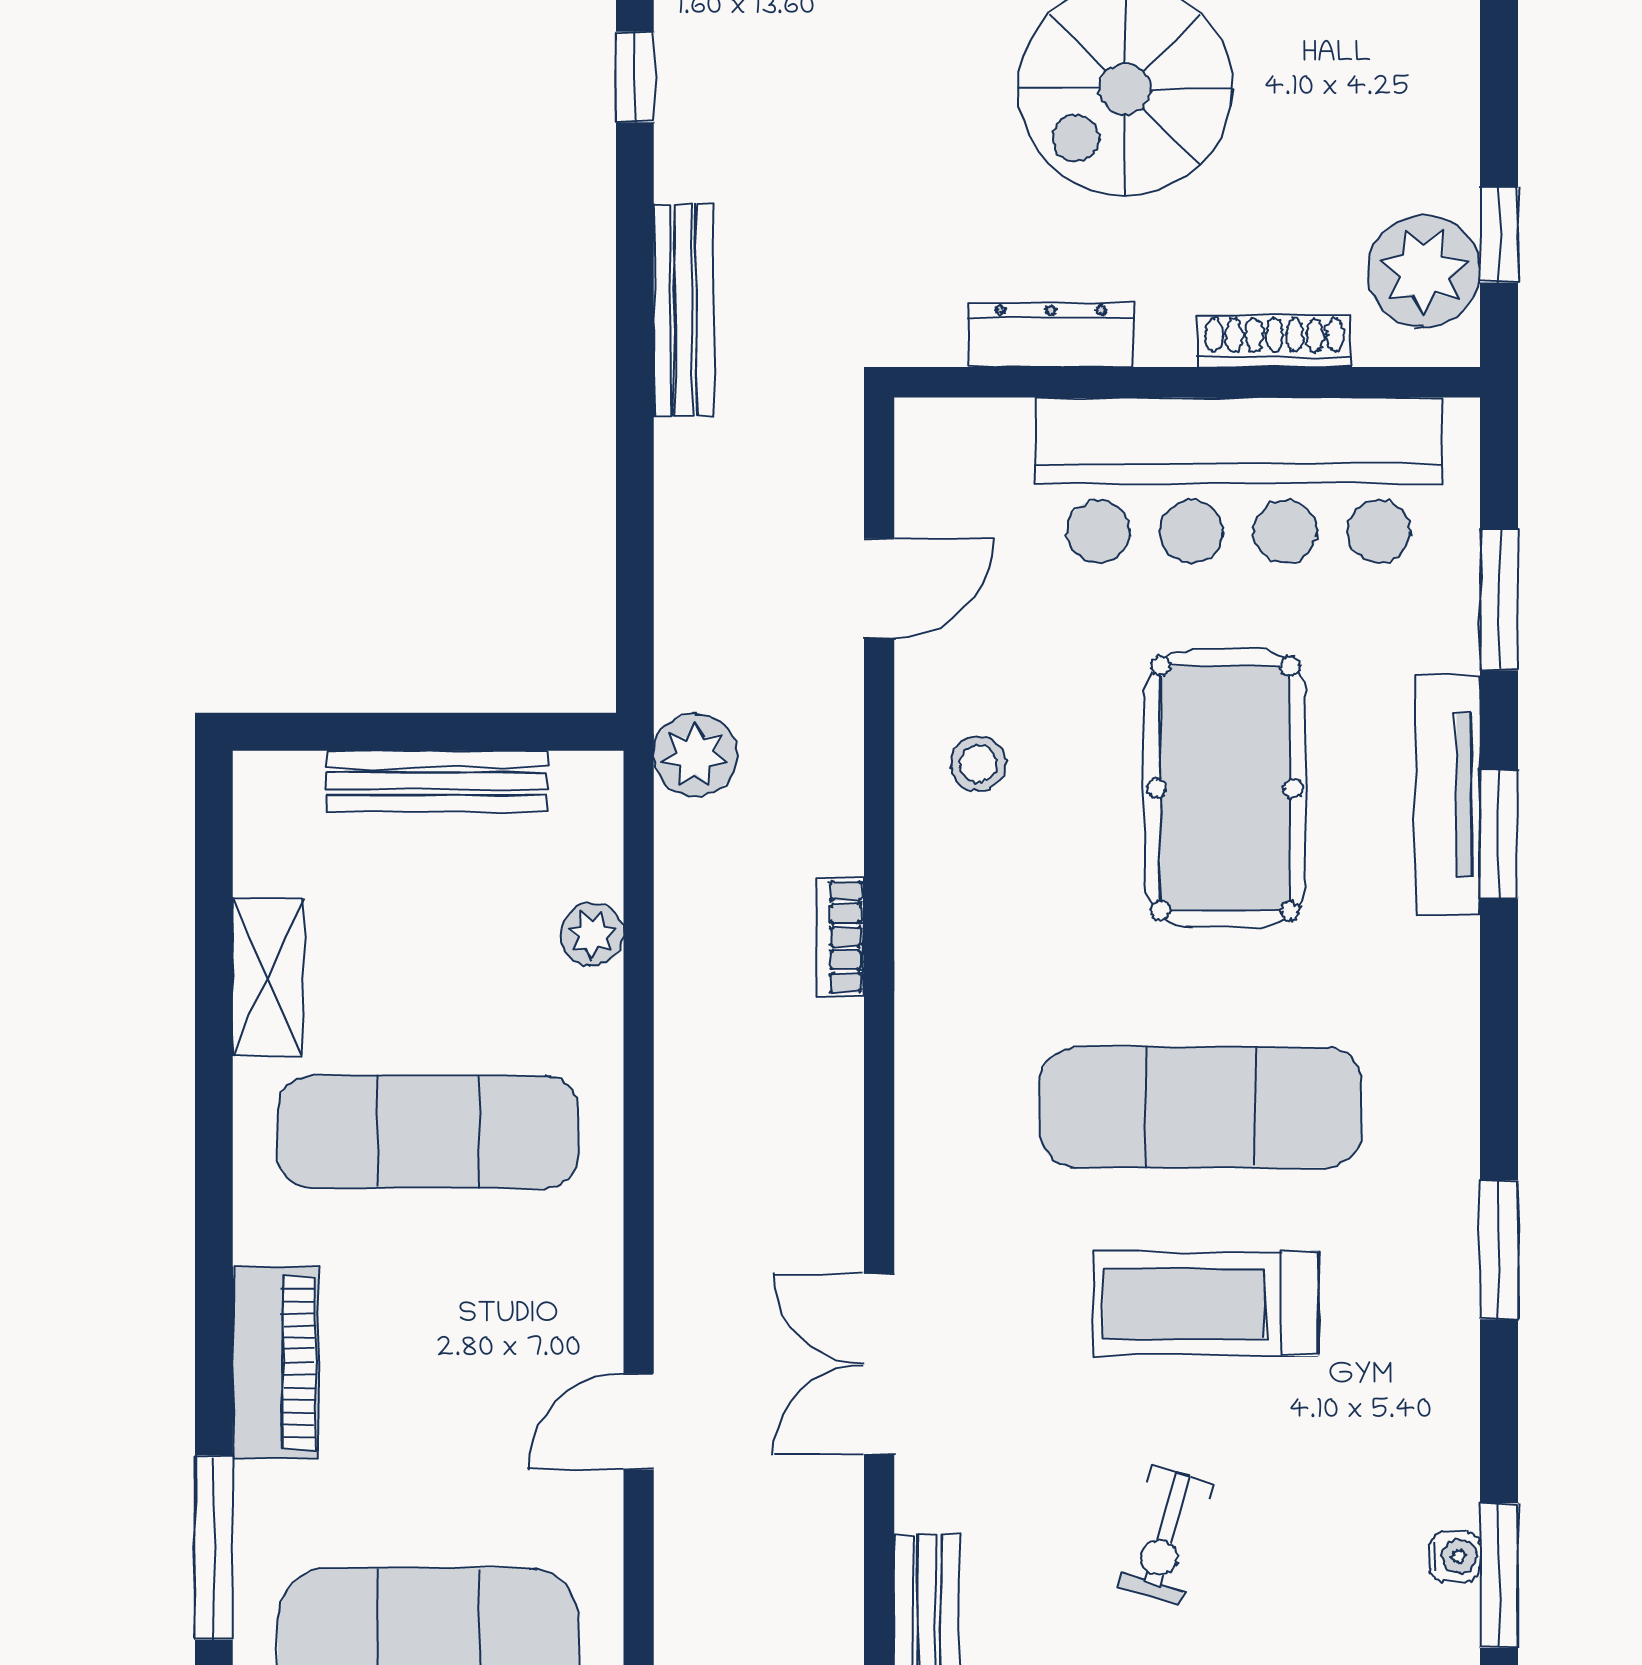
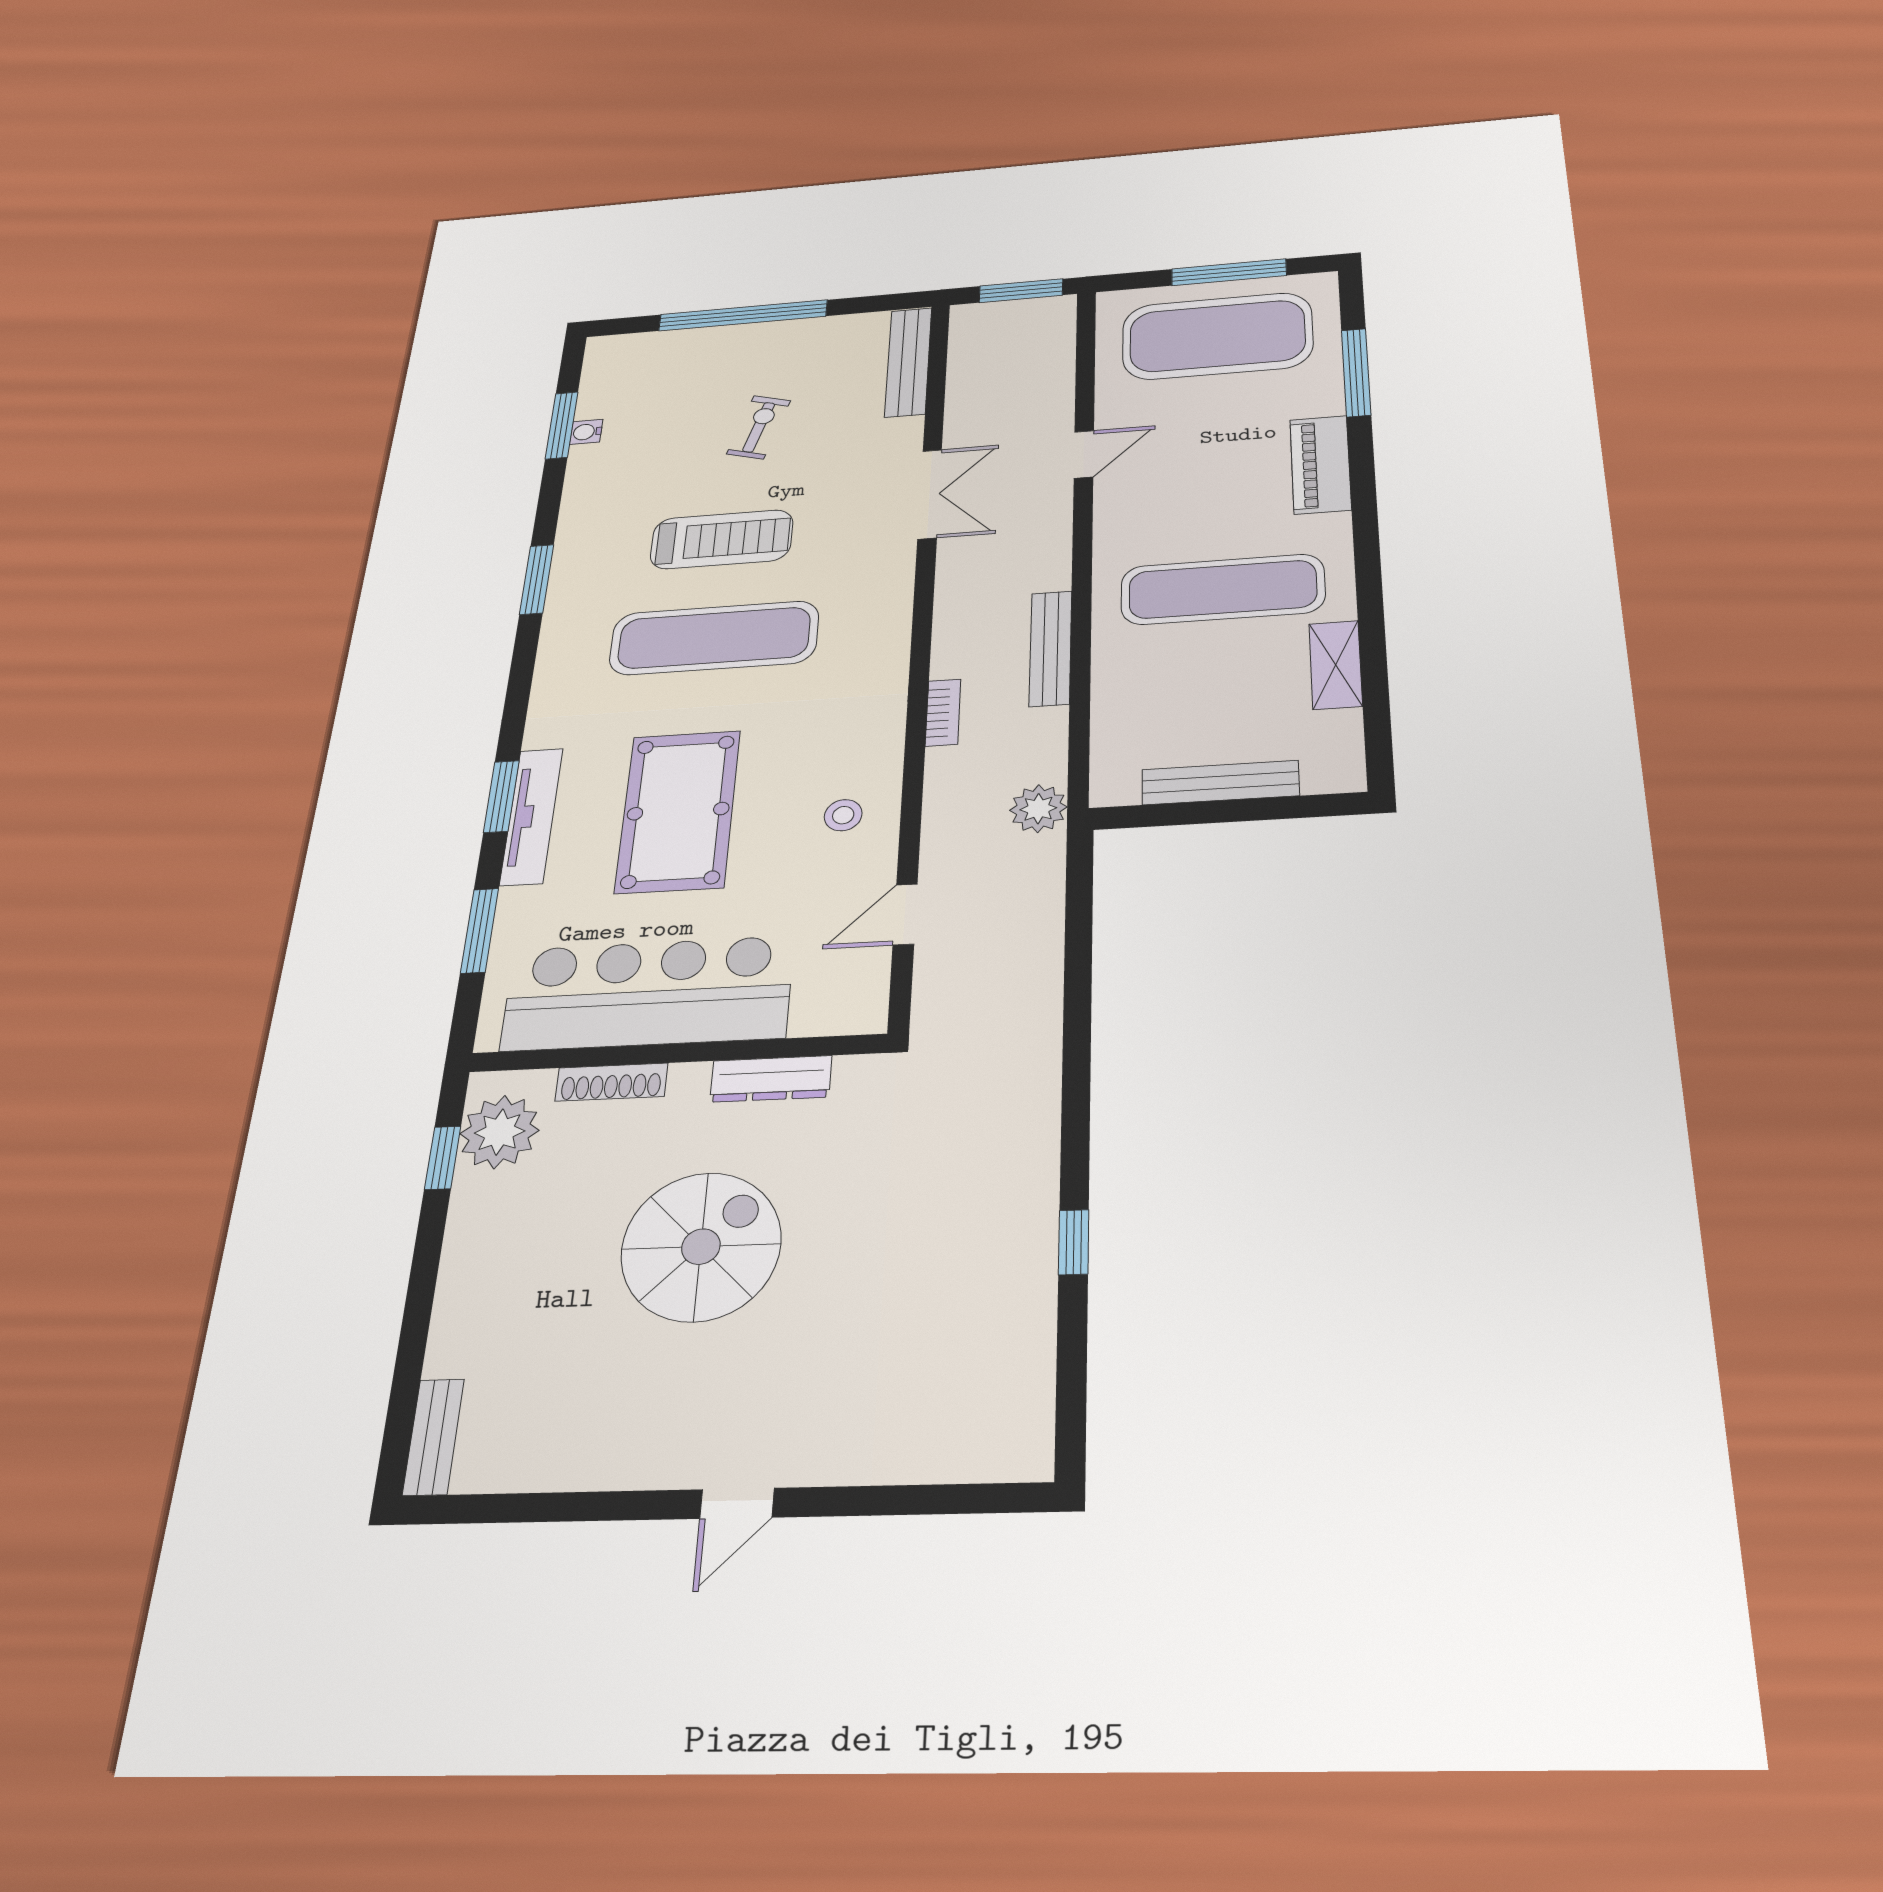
bench: (683, 310) -> (1051, 648), moved
plant: (592, 935) -> (1111, 703), removed

